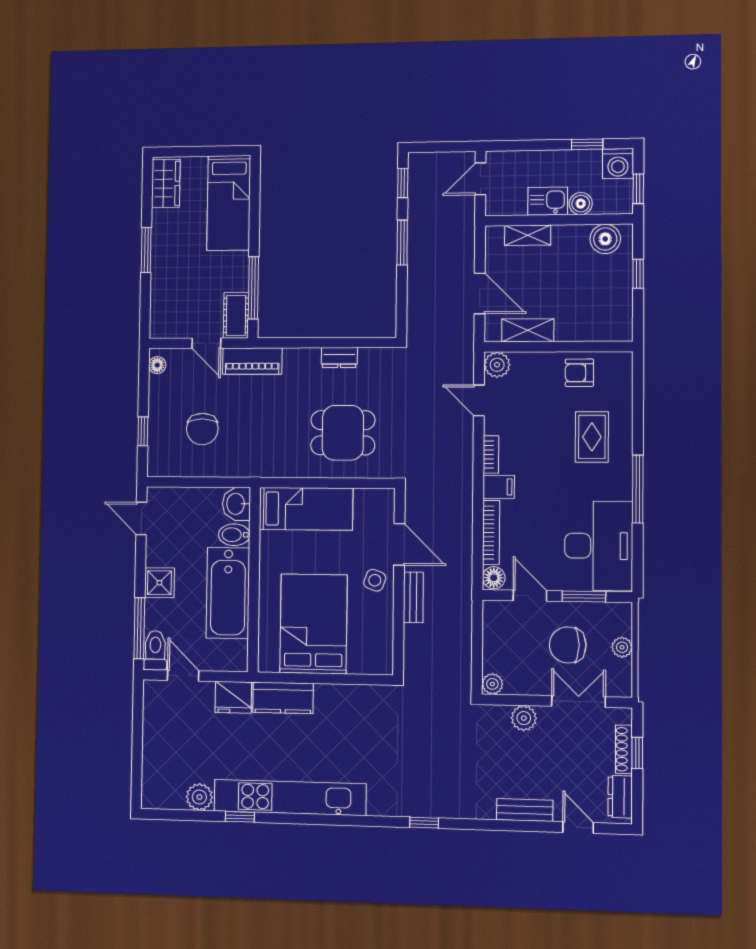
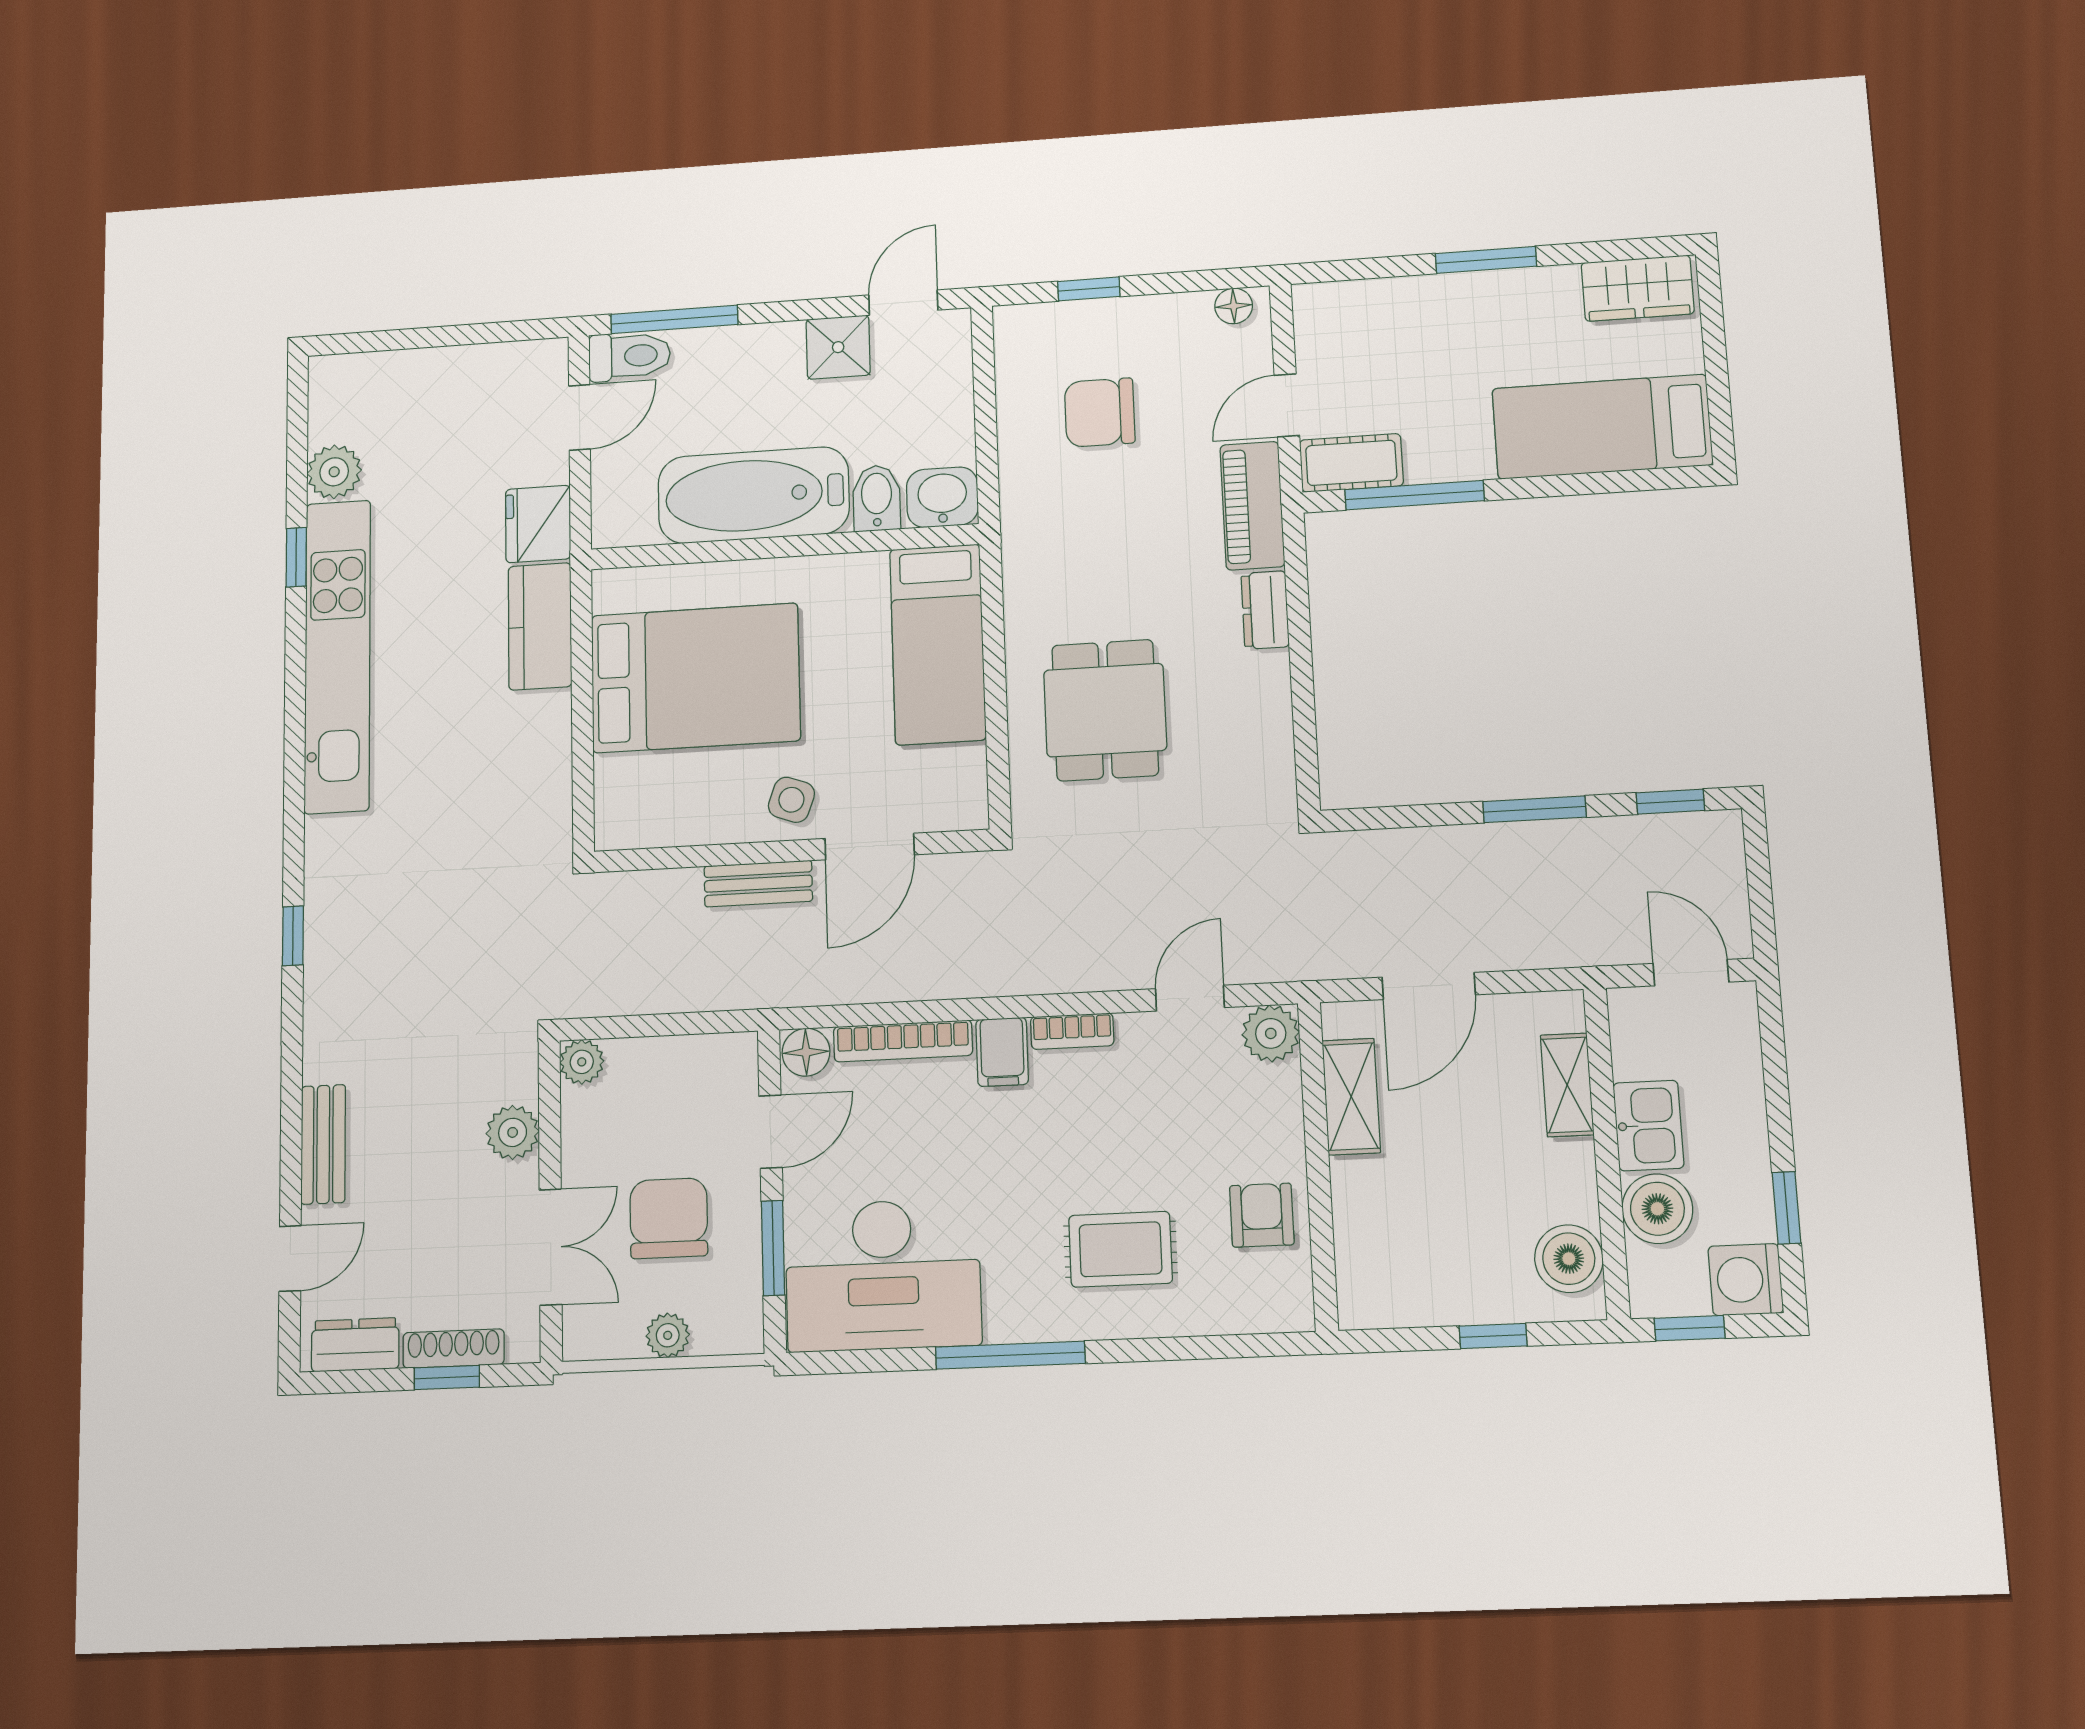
boiler: (581, 204) -> (1657, 1209), width x1.36, depth x1.36
dresser: (339, 358) -> (1265, 610), moved
shower: (159, 583) -> (838, 347), moved

